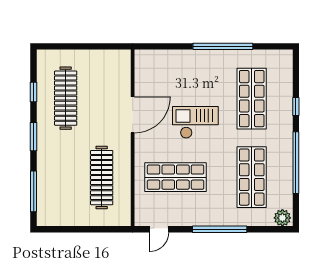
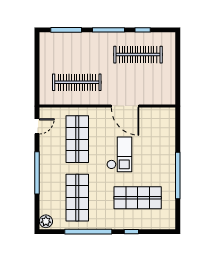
window: (34, 137) -> (108, 30), width x1.44
shop shelf: (252, 177) -> (77, 198), turned 90
door: (159, 229) -> (37, 126), swing flipped

